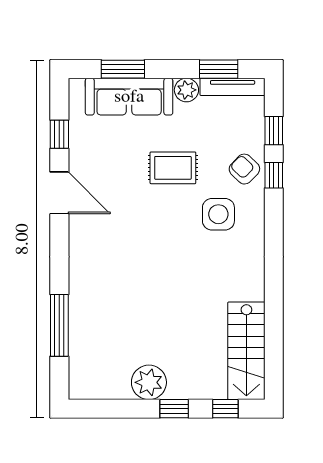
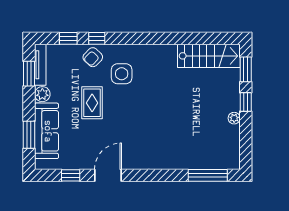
window: (59, 325) -> (208, 175), moved
plant: (149, 382) -> (234, 118), width x0.53, depth x0.53
window: (225, 409) -> (246, 69), width x1.50

